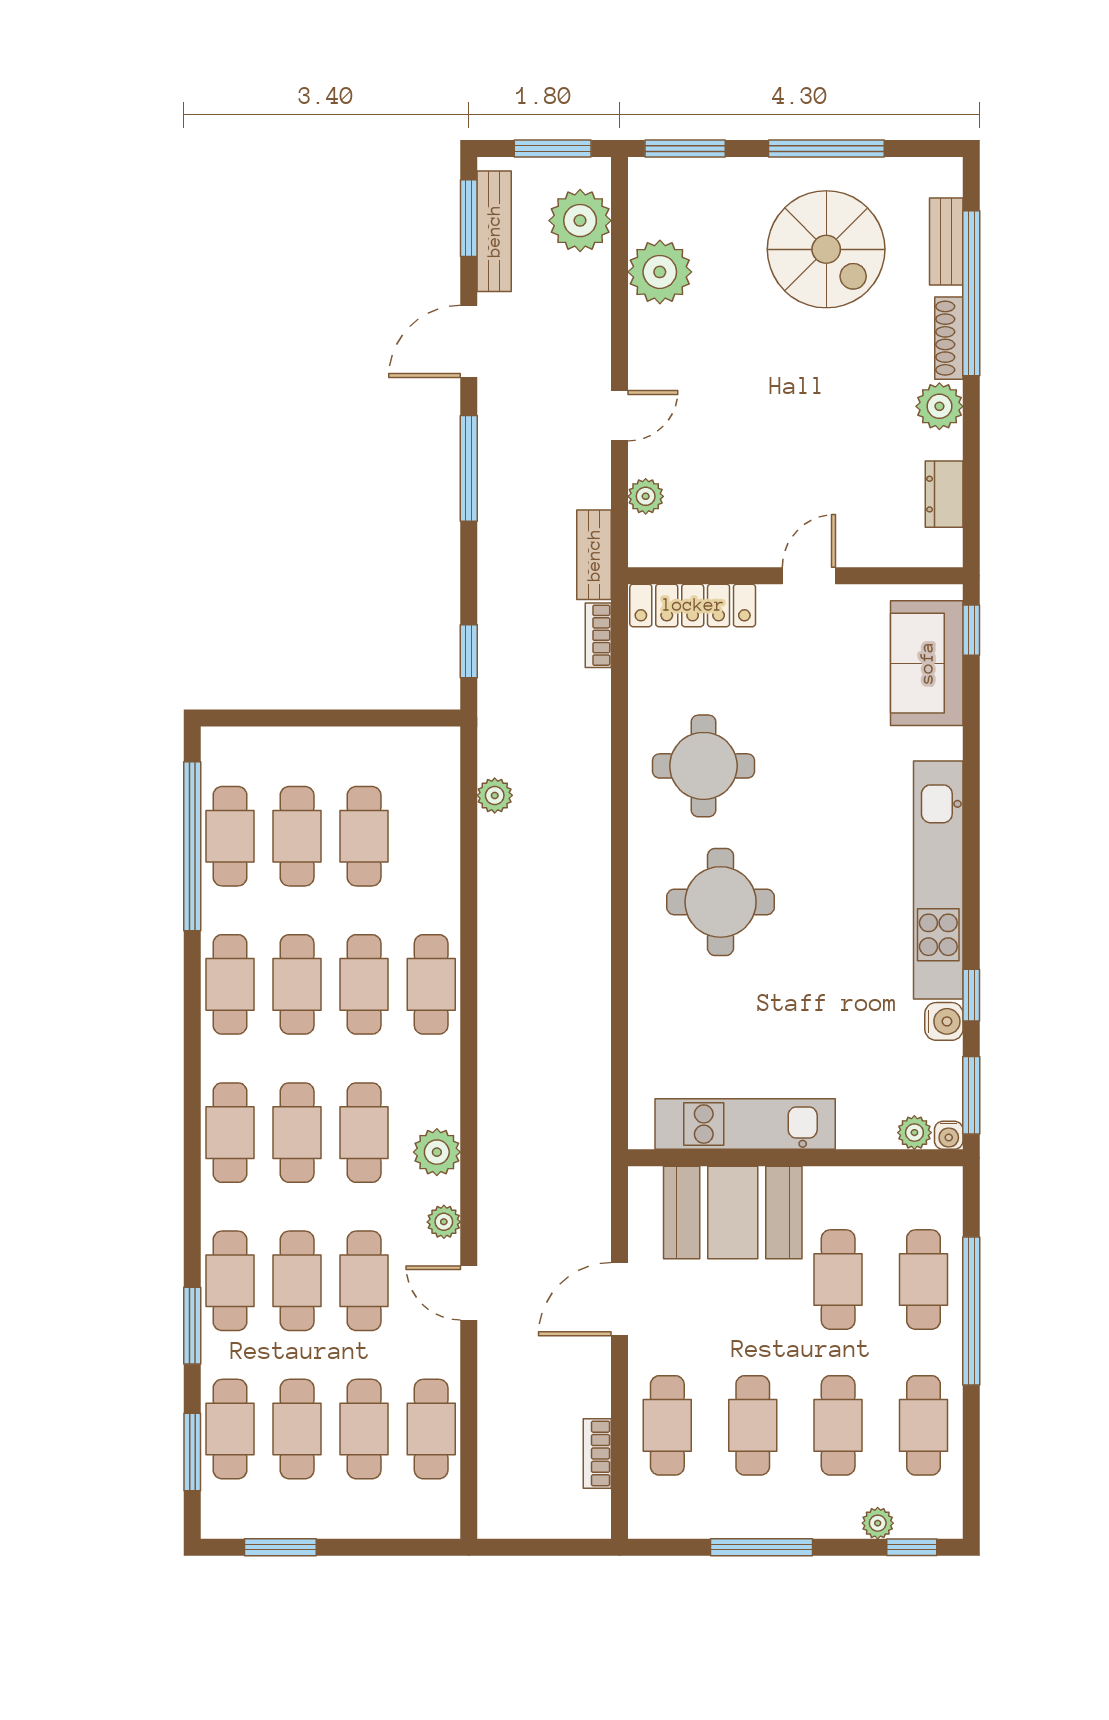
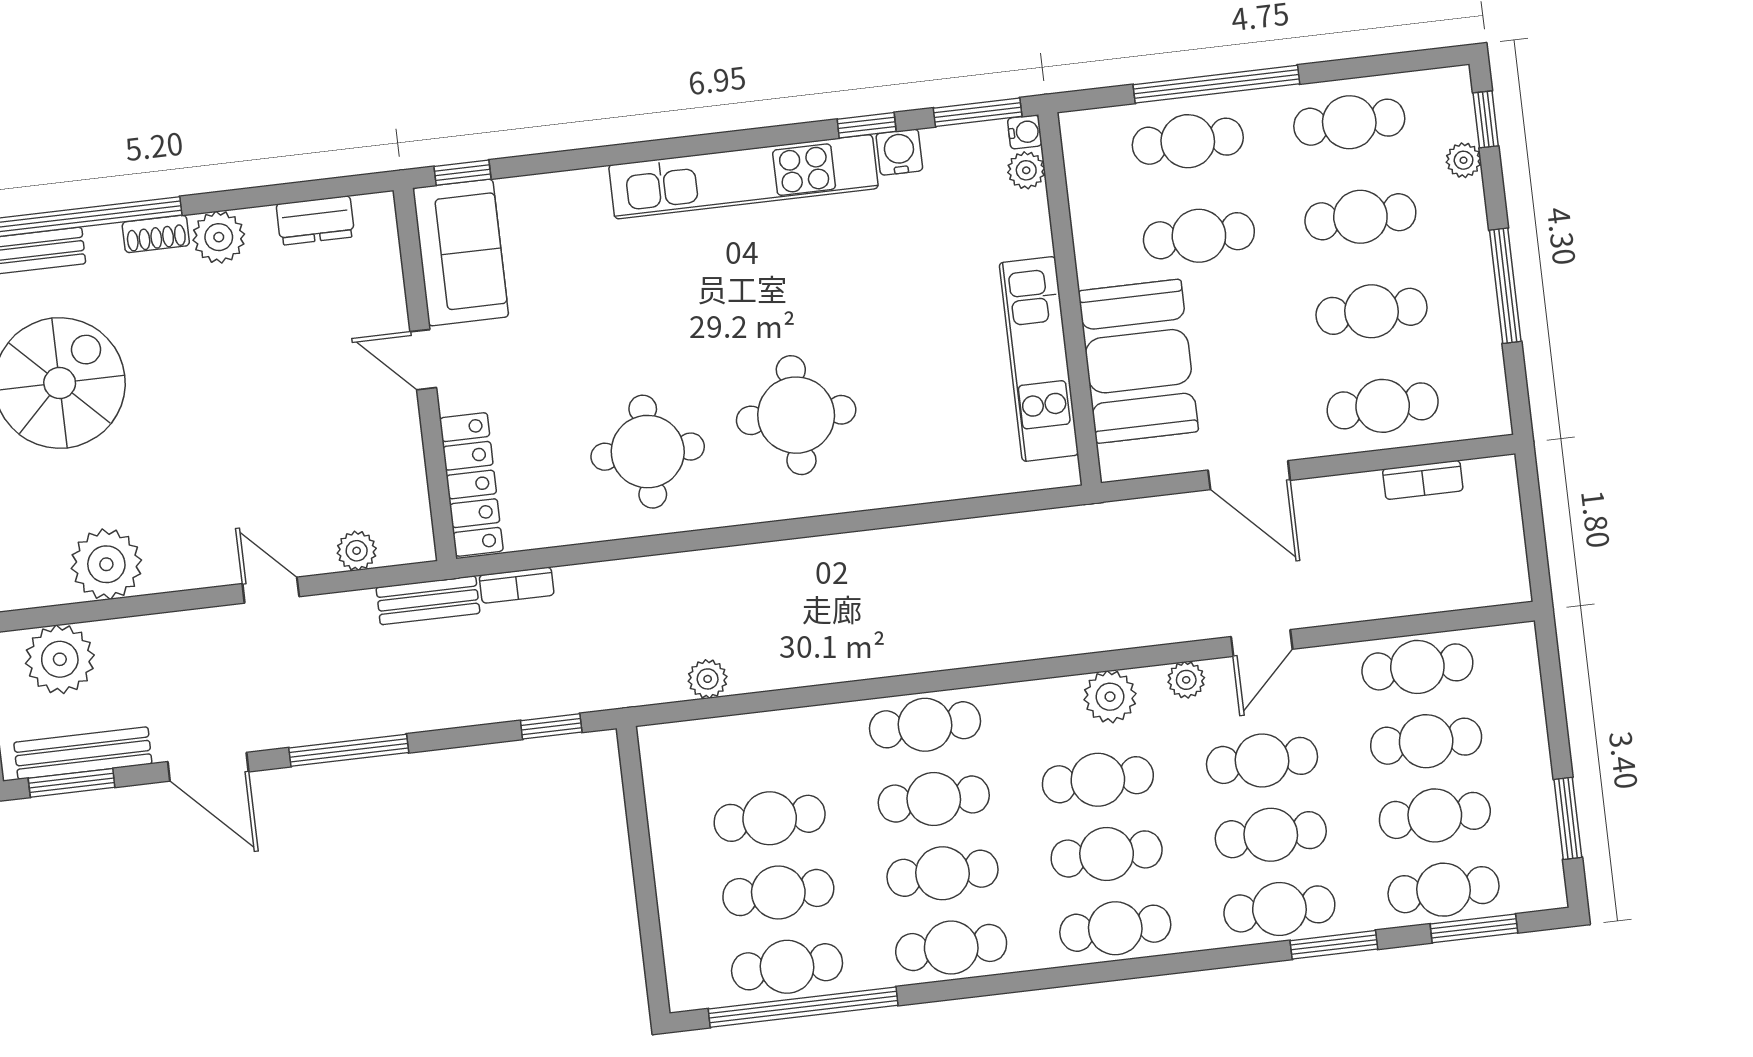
shoe rack: (949, 338) -> (156, 234), width x0.70
sofa: (927, 663) -> (461, 252), moved, turned -90

